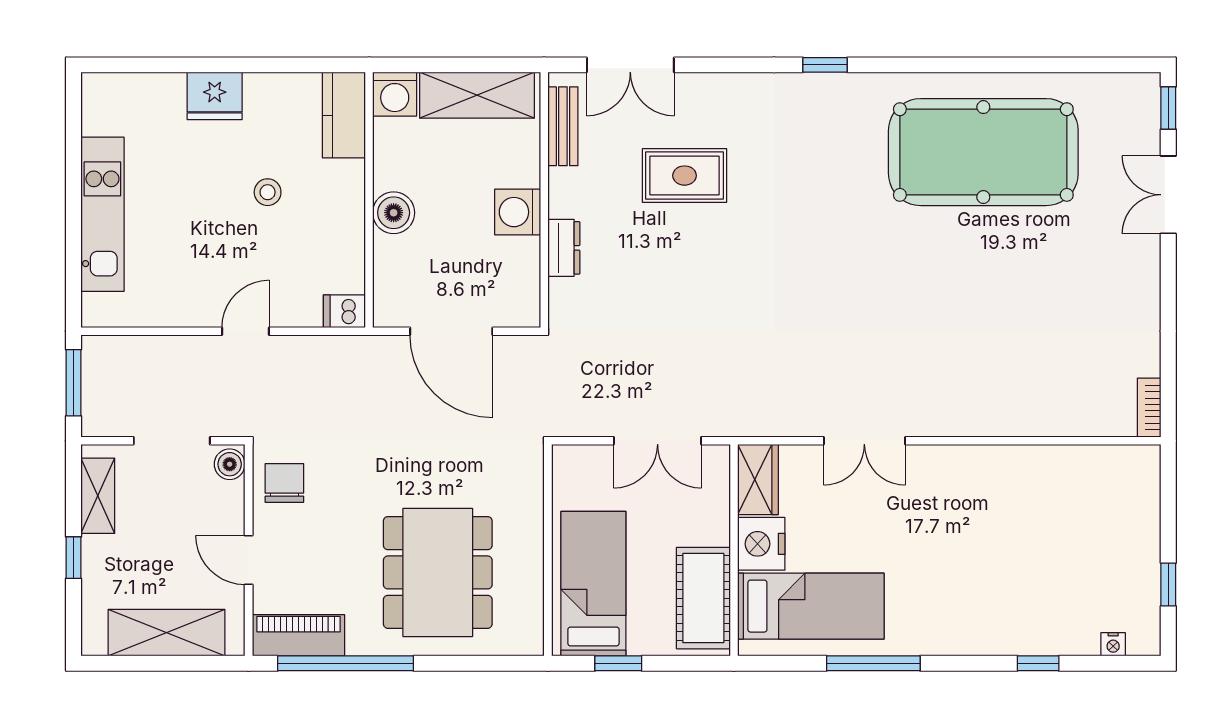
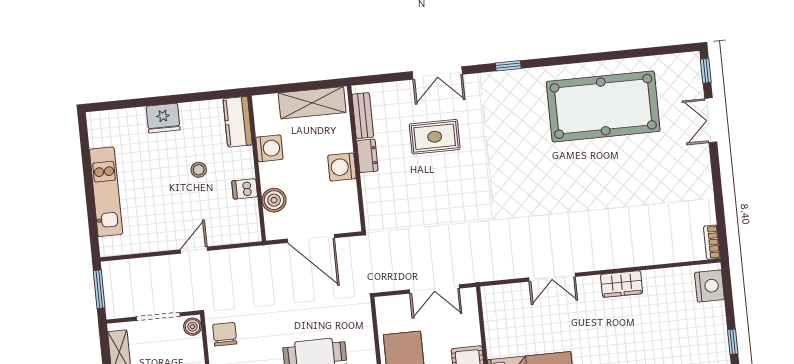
double door: (630, 65) -> (437, 73), moved
washing machine: (395, 94) -> (269, 148), moved, turned -90
boiler: (394, 213) -> (274, 200), moved
dresser: (564, 248) -> (367, 156), moved
dishwasher: (344, 311) -> (245, 189), moved
wardrobe: (758, 479) -> (622, 284), moved, turned 90
nightstand: (761, 544) -> (709, 286), moved, turned 180

